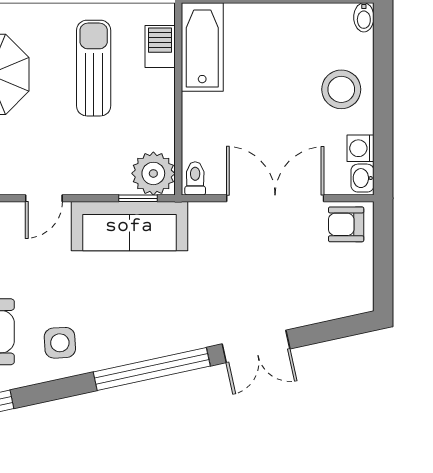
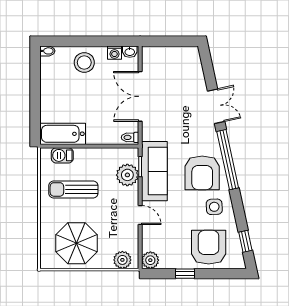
plant: (153, 173) -> (127, 175), moved
armchair: (346, 224) -> (202, 173), moved, width x1.88, depth x1.88

